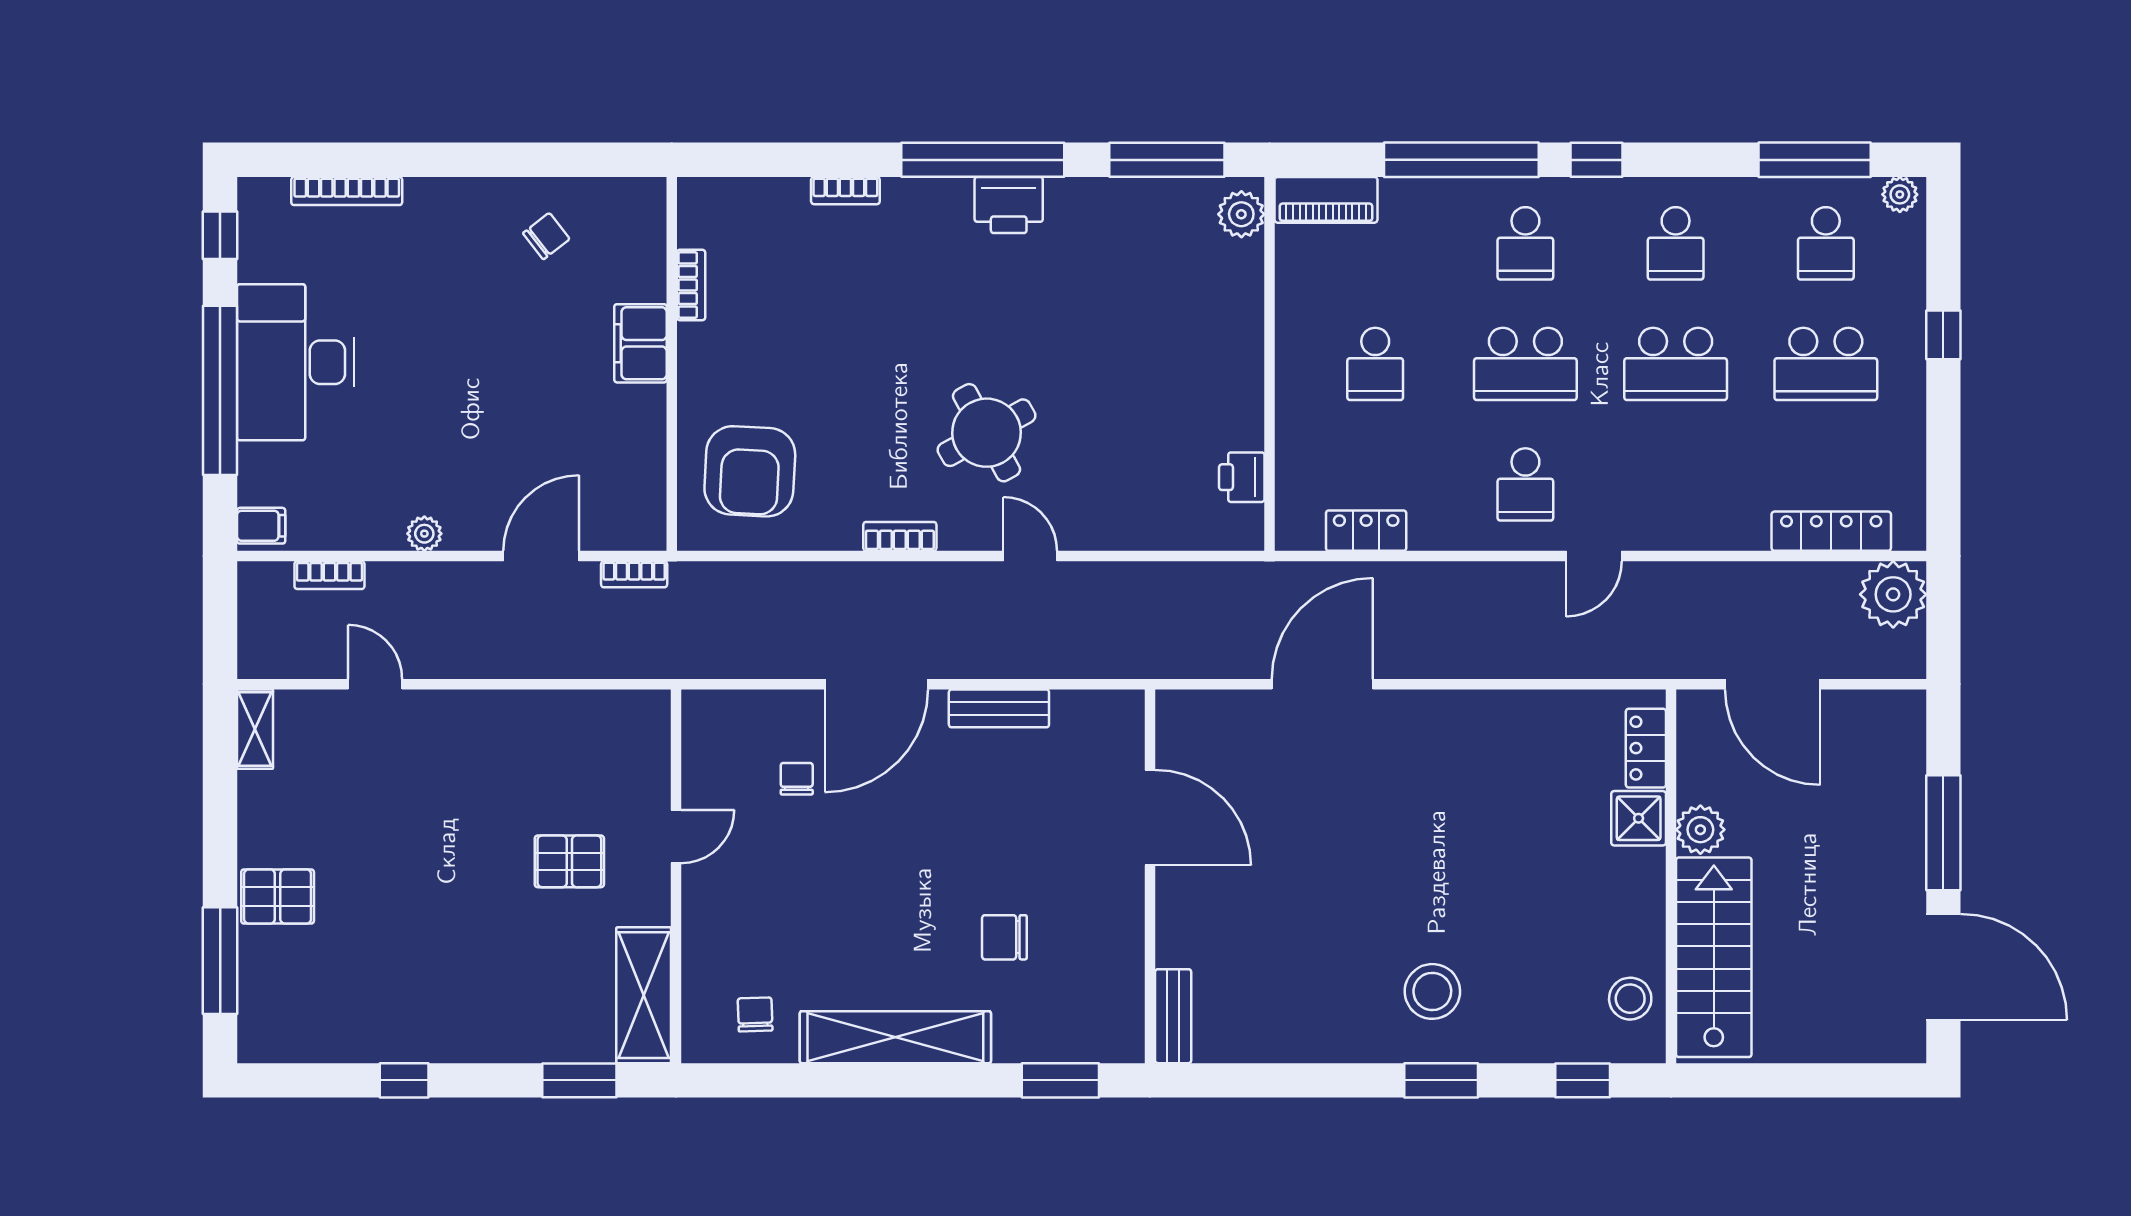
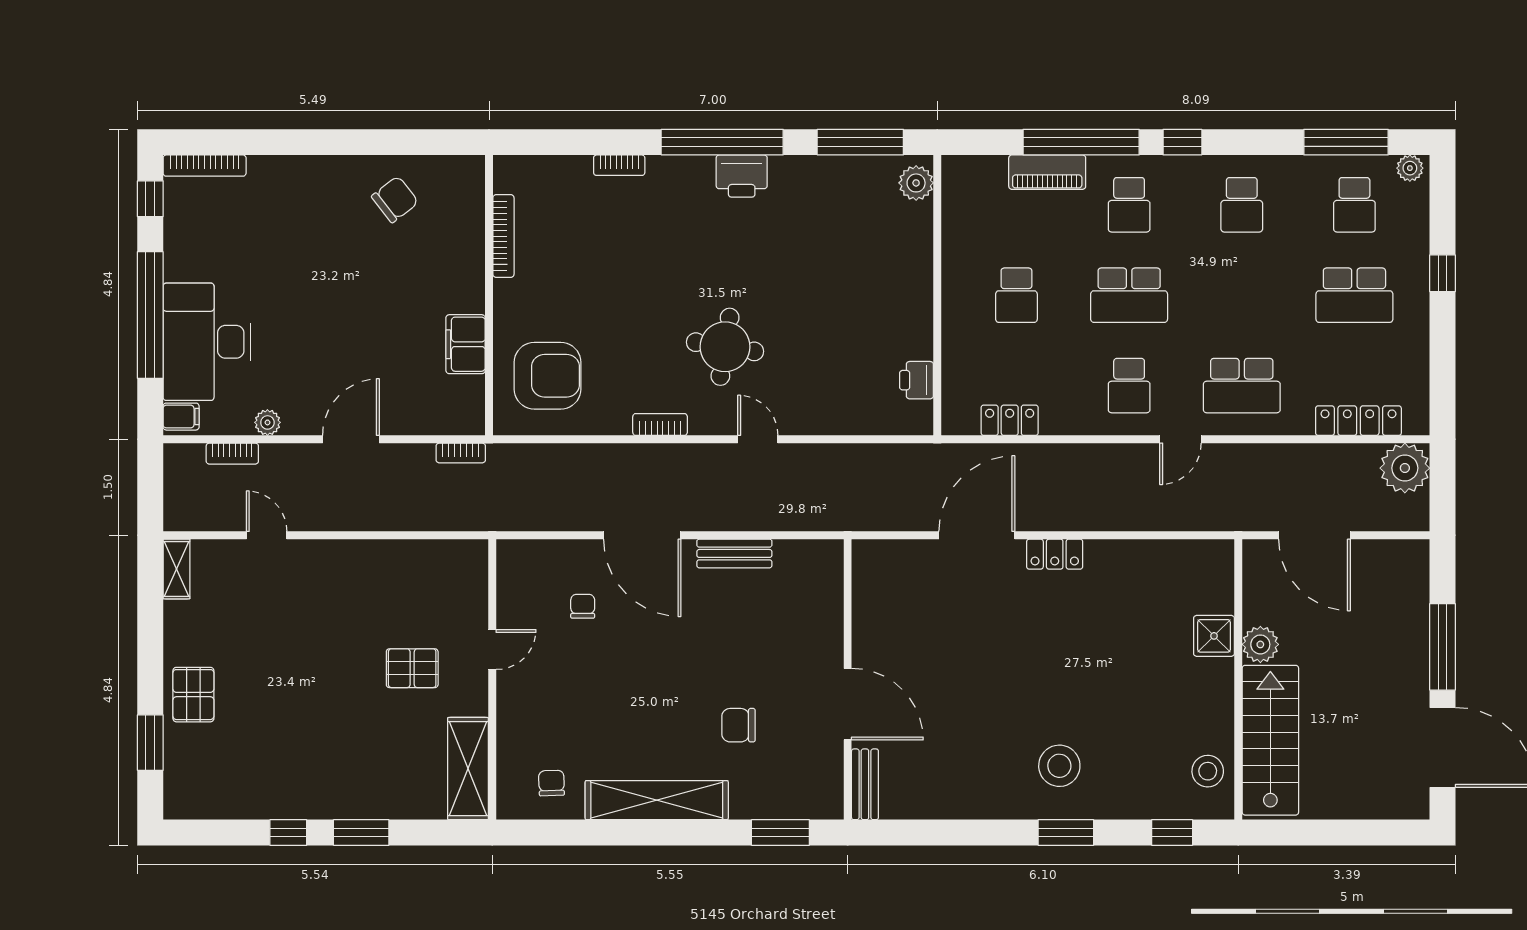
bookcase: (347, 191) -> (205, 166), moved
piano: (1326, 200) -> (1047, 172), moved
chair: (546, 236) -> (395, 199), width x1.37, depth x1.37
bookcase: (691, 285) -> (503, 236), width x1.56
filing cabinet: (641, 343) -> (466, 344), moved
desk: (296, 362) -> (207, 342), moved
school desk: (1676, 364) -> (1242, 386), moved
round table: (986, 433) -> (725, 347), turned 38
armchair: (750, 471) -> (548, 376), turned -93
plant: (424, 534) -> (267, 422), moved
door: (541, 556) -> (351, 439), moved
door: (876, 684) -> (642, 535), hinge flipped
locker: (1646, 748) -> (1055, 554), moved, turned -90
door: (1150, 818) -> (848, 704), moved
pallet: (278, 896) -> (193, 695), turned 90
window: (220, 961) -> (150, 743), width x0.69
window: (579, 1080) -> (361, 832), moved

